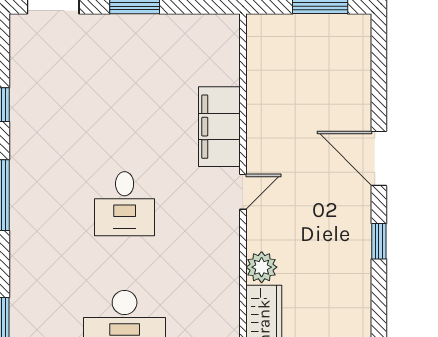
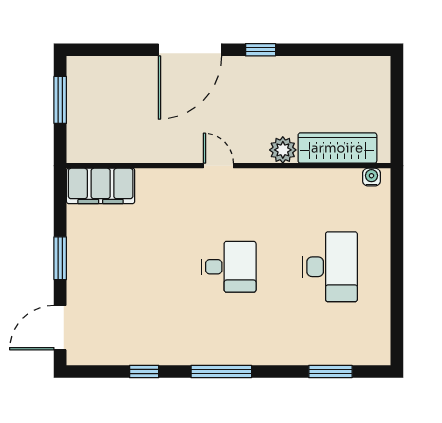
filing cabinet: (219, 127) -> (101, 186), moved
door: (379, 158) -> (190, 50), width x1.36

